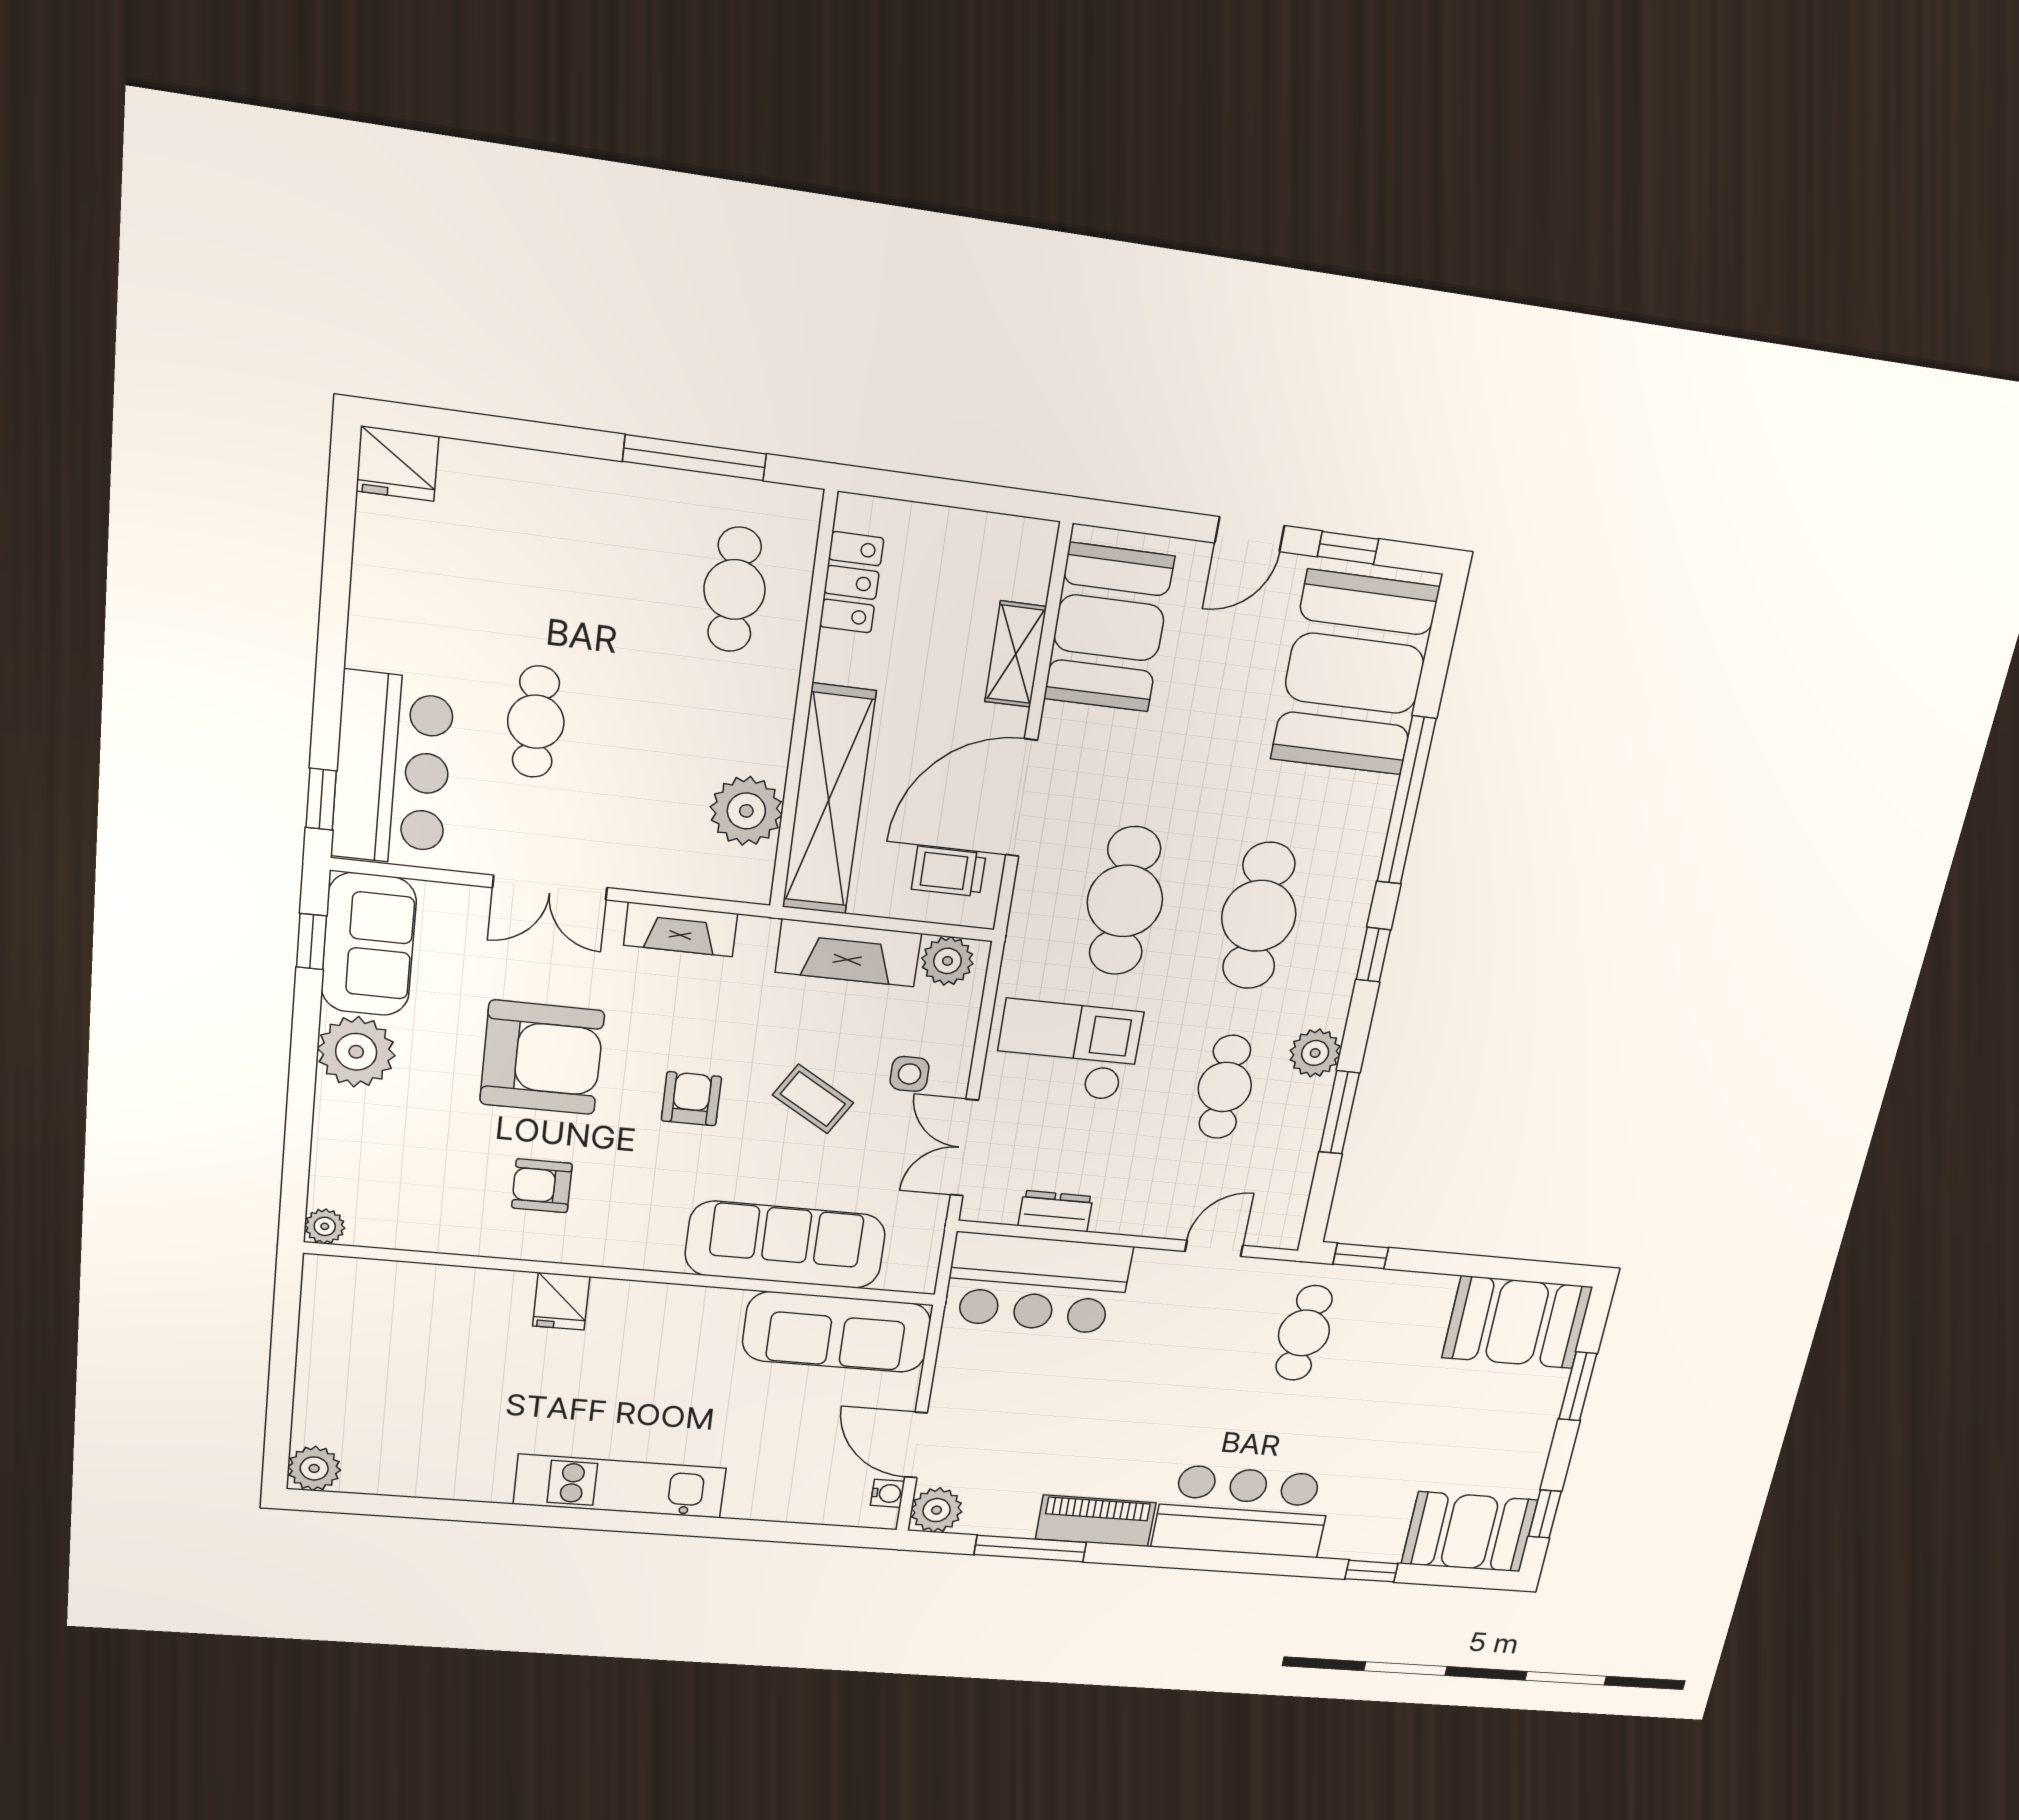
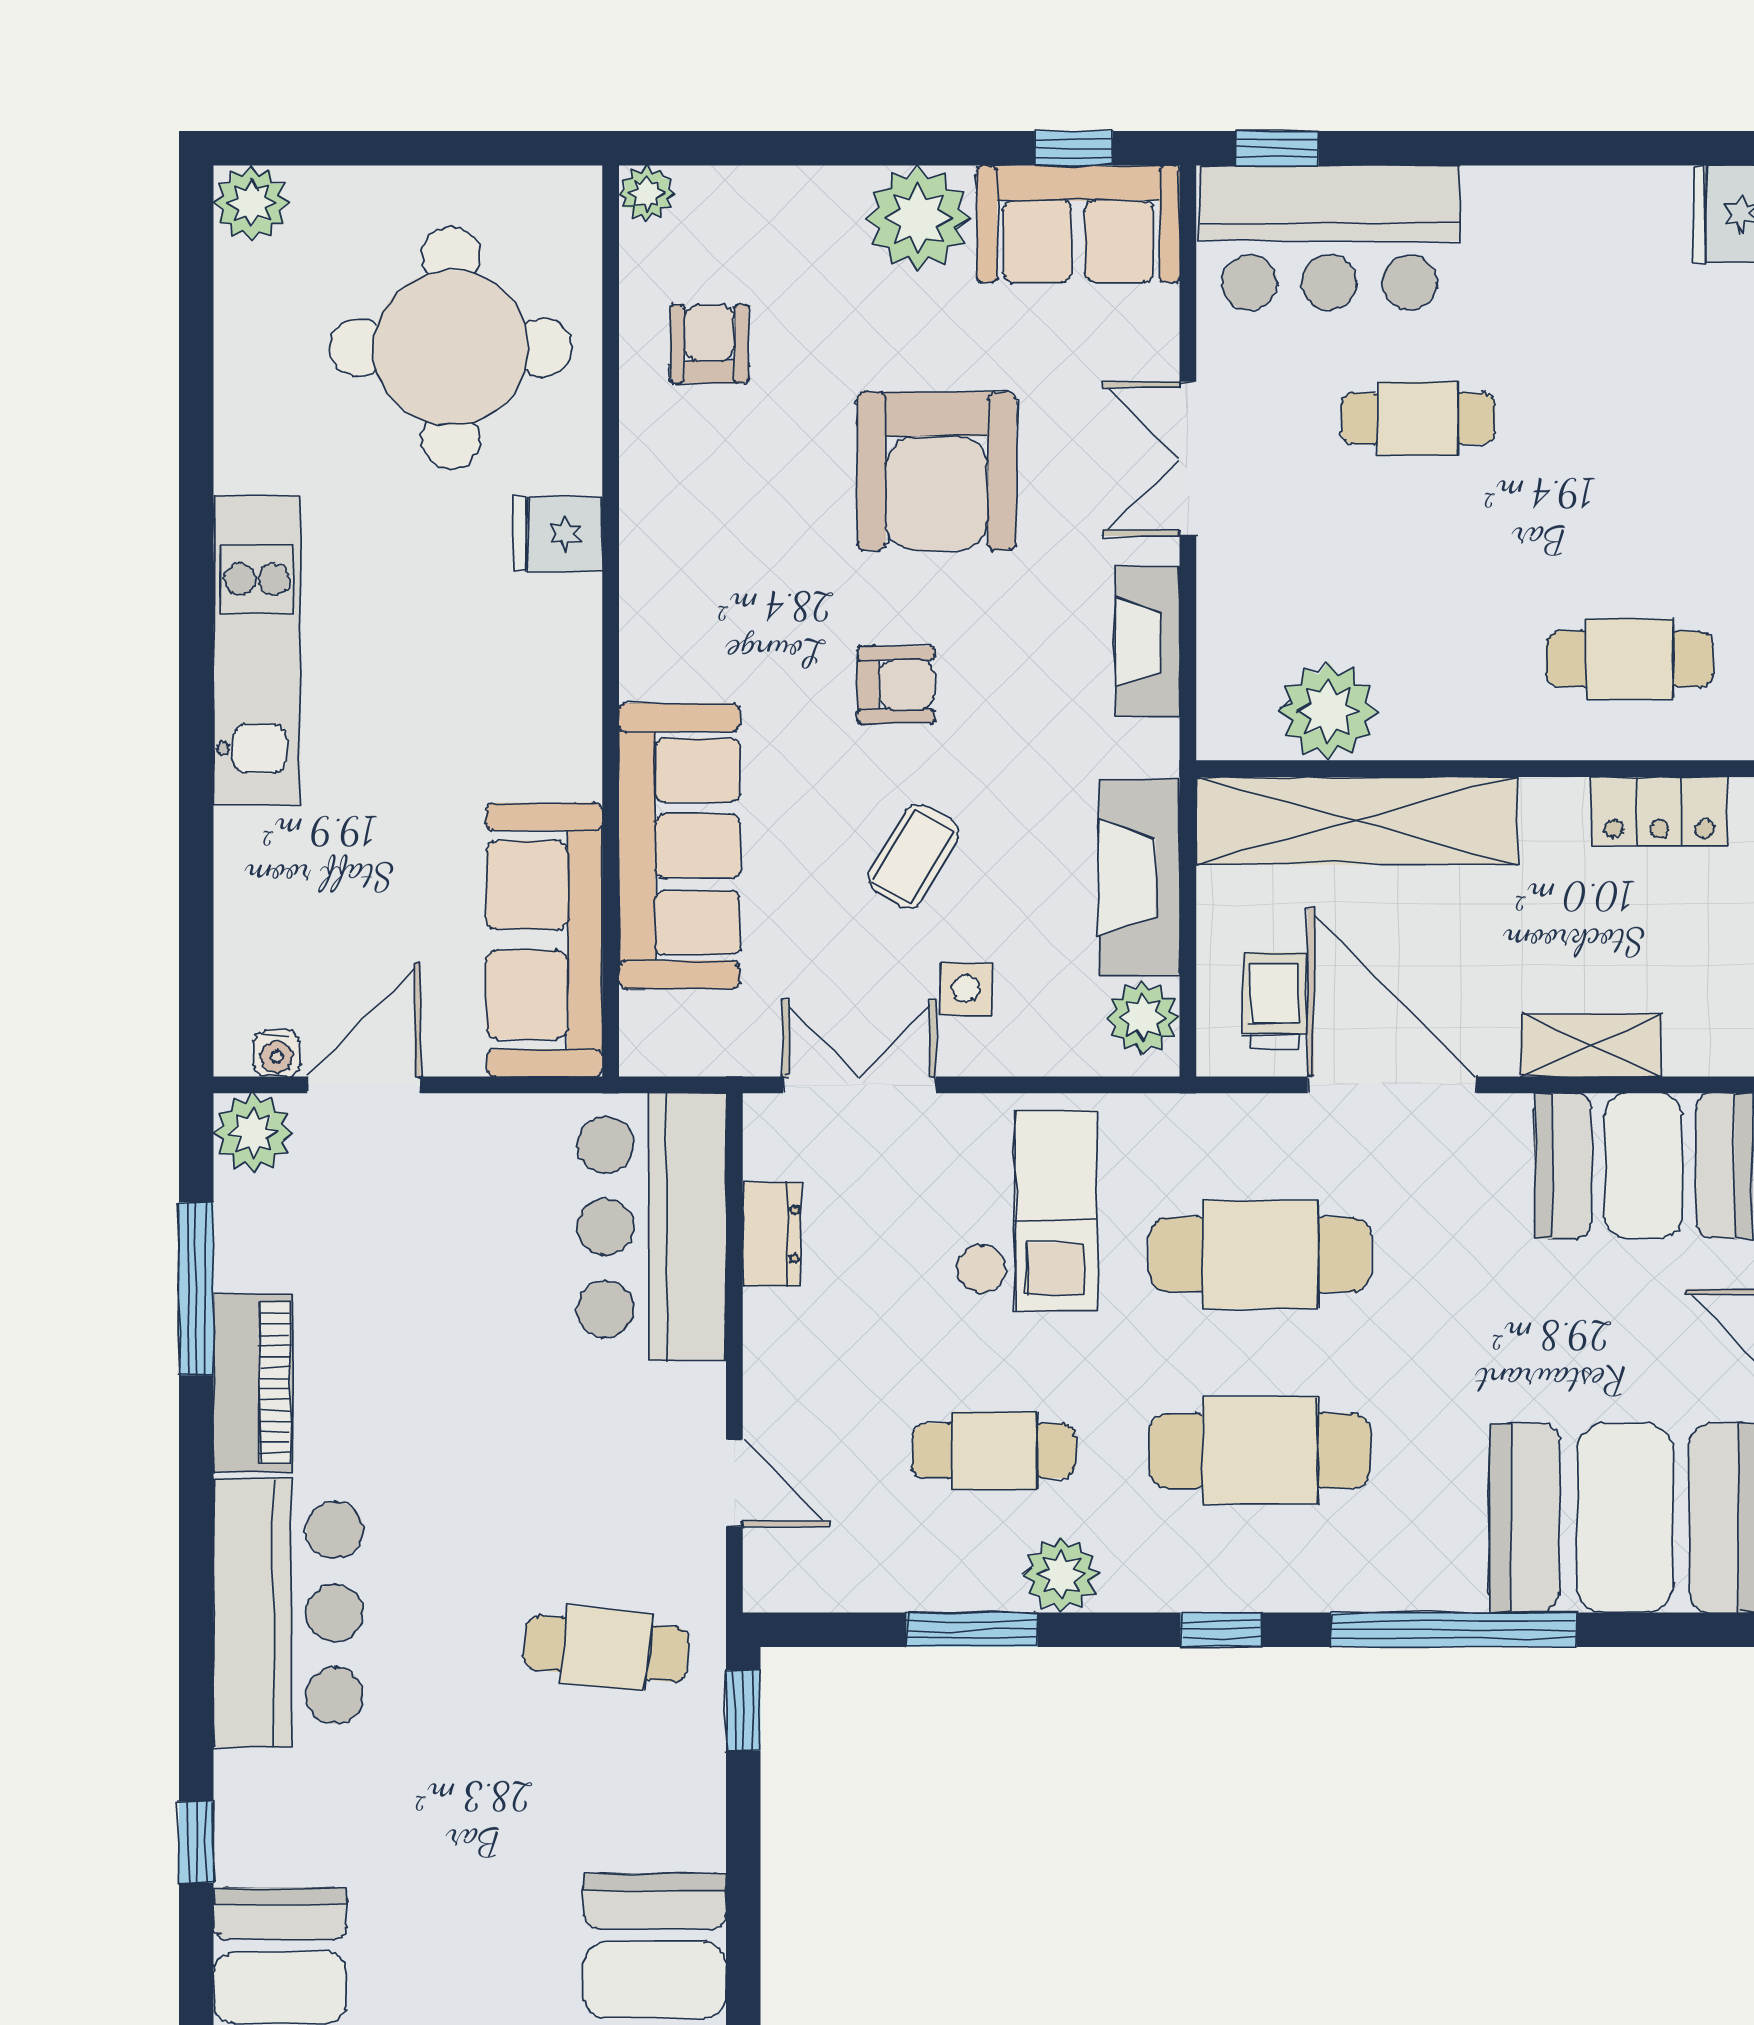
armchair: (542, 1186) -> (709, 344), moved
round table: (425, 1356) -> (451, 348), added

